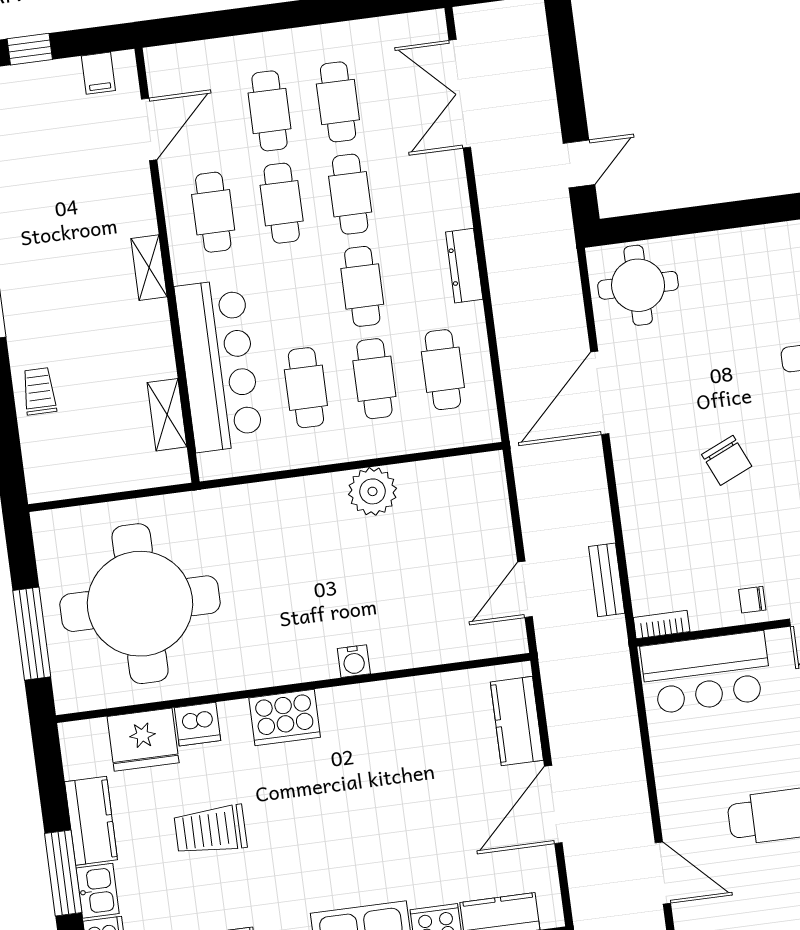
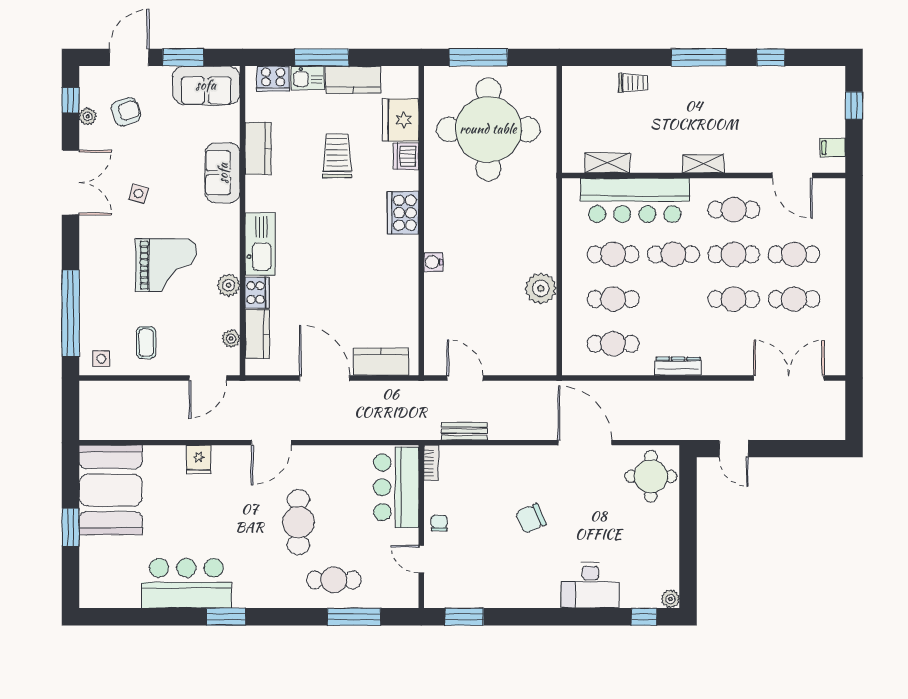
cafe table: (362, 286) -> (673, 254), moved

